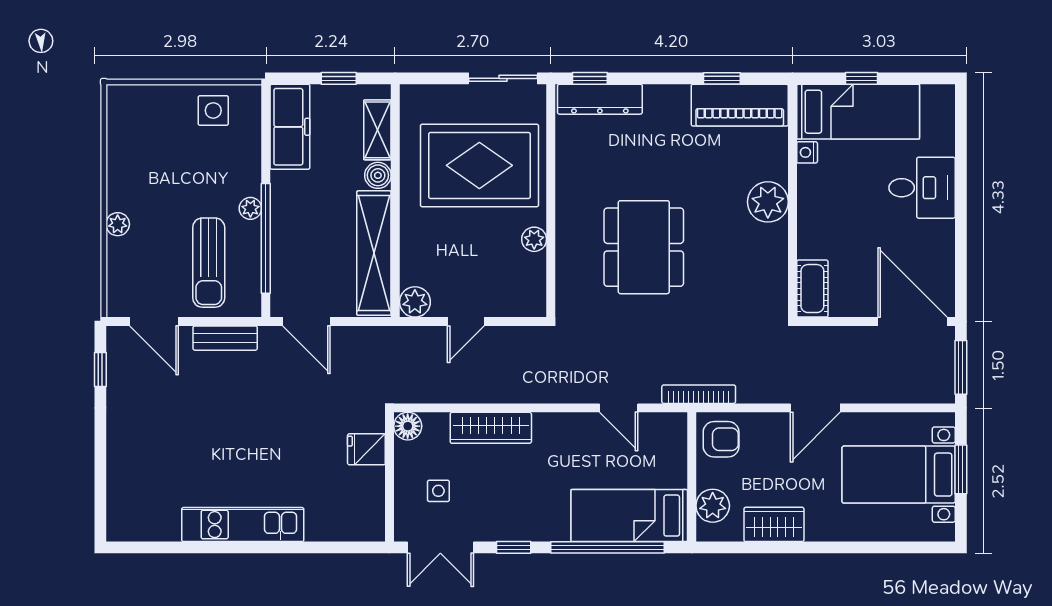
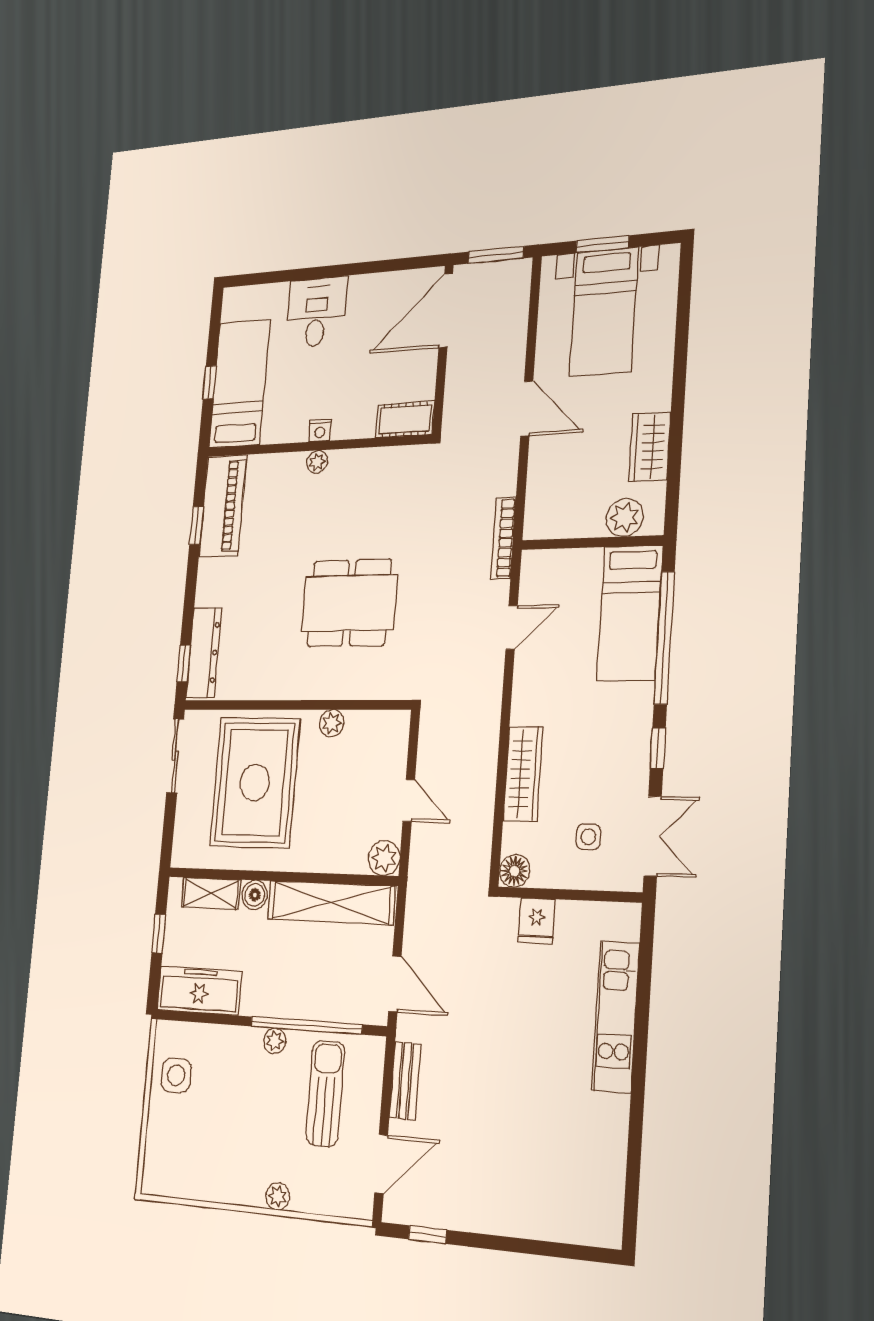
nightstand: (807, 152) -> (320, 431), moved
plant: (768, 202) -> (317, 462), width x0.53, depth x0.53
sun lounger: (209, 263) -> (325, 1094), turned -90
door: (306, 322) -> (395, 984), hinge flipped
armchair: (721, 439) -> (553, 511), removed
kitchen unit: (243, 525) -> (616, 1017), moved

